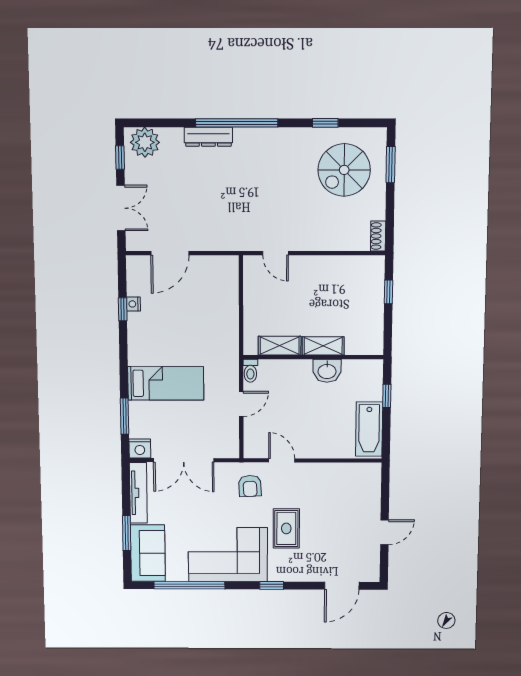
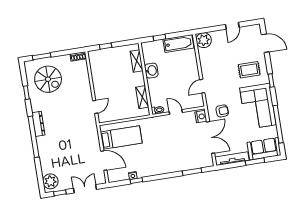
dresser: (208, 137) -> (38, 124), moved
shelving: (323, 346) -> (137, 61), moved
bed: (166, 383) -> (121, 138), moved, turned 90
nightstand: (140, 448) -> (201, 117), moved
plant: (367, 476) -> (204, 40), added
armchair: (250, 486) -> (222, 111), moved
rug: (286, 528) -> (249, 70), moved
door: (385, 532) -> (232, 26), swing flipped

